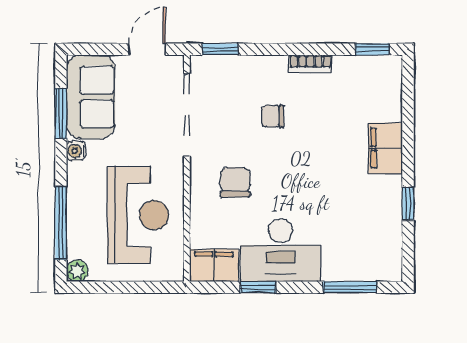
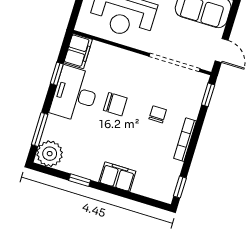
bookcase: (310, 63) -> (185, 140), width x1.56
chair: (235, 182) -> (115, 104), moved
plant: (382, 261) -> (50, 154), added

